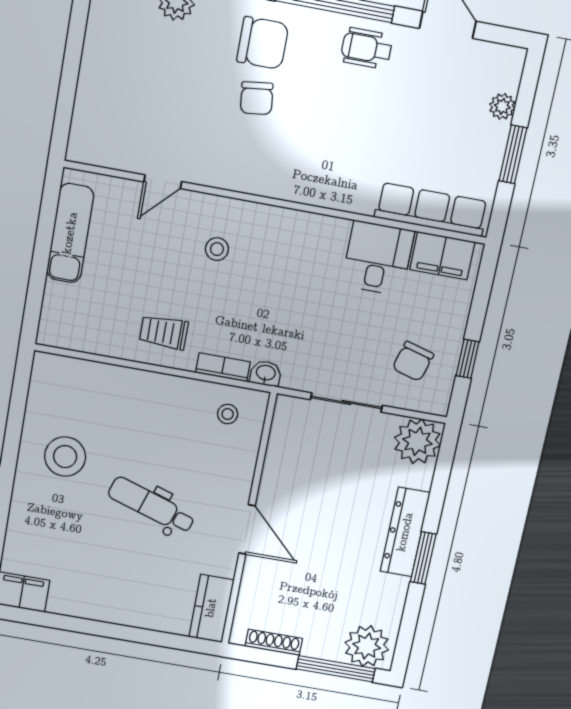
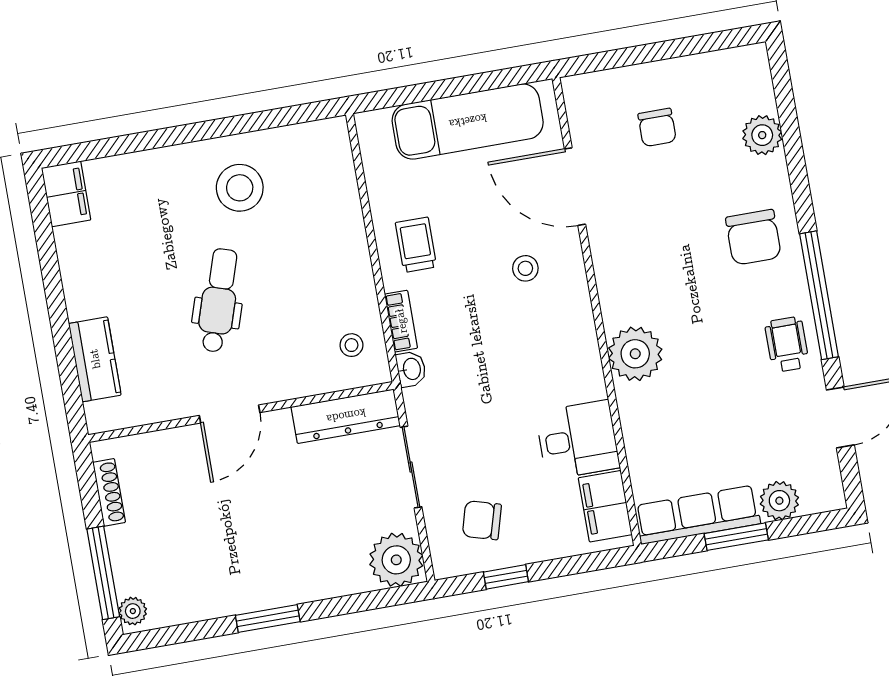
chair: (257, 98) -> (657, 127), moved, turned -83
plant: (502, 106) -> (779, 501), width x1.38, depth x1.38
door: (163, 182) -> (575, 187), width x1.87
plant: (324, 183) -> (635, 354), added
row of seats: (431, 210) -> (698, 515), moved, turned -90
exam couch: (70, 233) -> (468, 121), width x1.36, depth x1.45
dresser: (405, 532) -> (346, 416), moved, turned 180
kitchen counter: (211, 608) -> (95, 359), moved, turned 90
plant: (367, 646) -> (133, 611), width x0.53, depth x0.53

